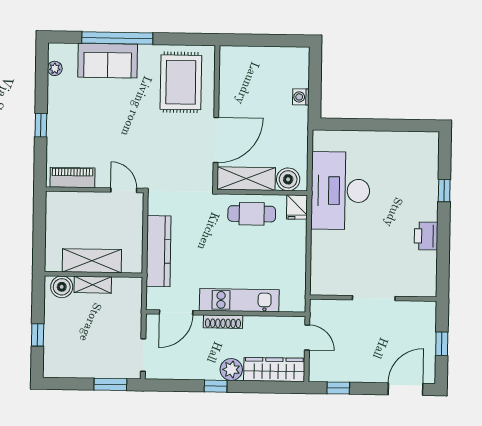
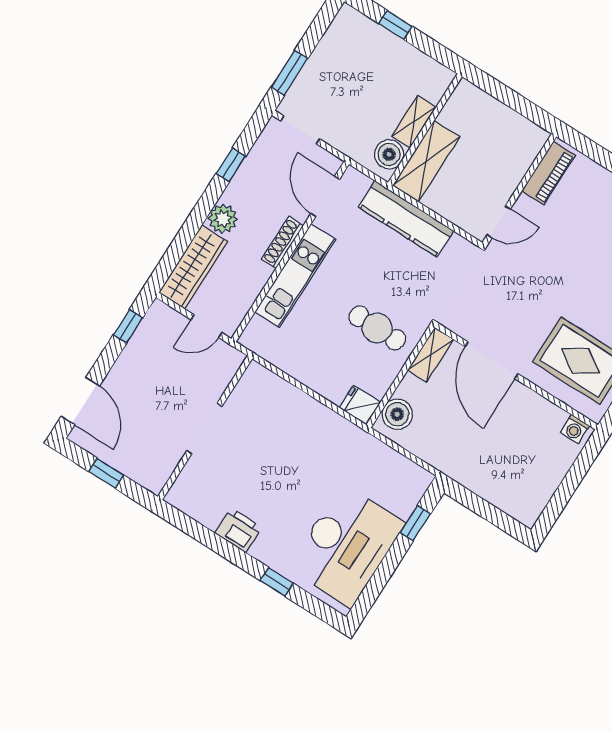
washing machine: (301, 97) -> (575, 429), moved, turned 180
window: (351, 124) -> (415, 523), added
shelving: (246, 179) -> (431, 355), width x0.67, depth x0.75
desk: (340, 191) -> (346, 546), moved, turned 90
cafe table: (252, 214) -> (377, 328), moved, turned 90
shelving: (92, 261) -> (426, 161), moved
boiler: (62, 287) -> (389, 154), moved
window: (216, 386) -> (231, 165), moved

